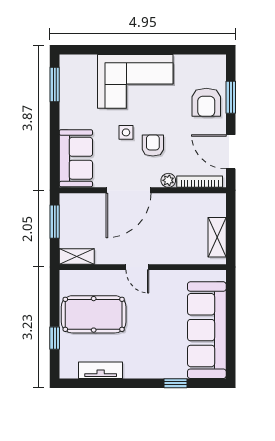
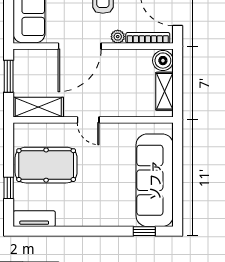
boiler: (215, 205) -> (163, 61), added
shelving: (77, 256) -> (38, 107), width x1.50, depth x1.33
tv unit: (101, 370) -> (34, 219), moved
window: (176, 383) -> (144, 231), moved

